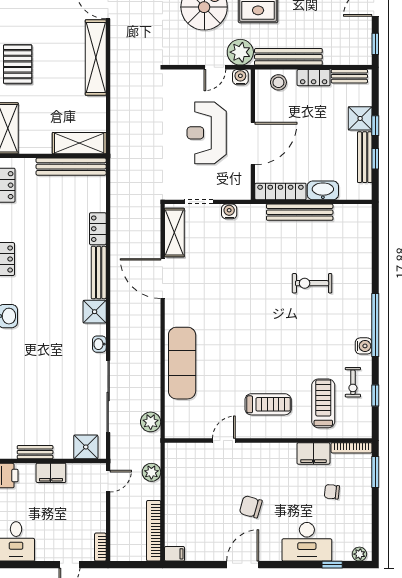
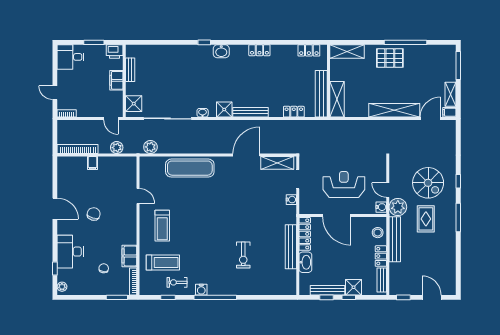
locker: (98, 229) -> (294, 112), moved
exercise bike: (312, 283) -> (243, 255), turned 180
filing cabinet: (175, 554) -> (92, 163), moved

